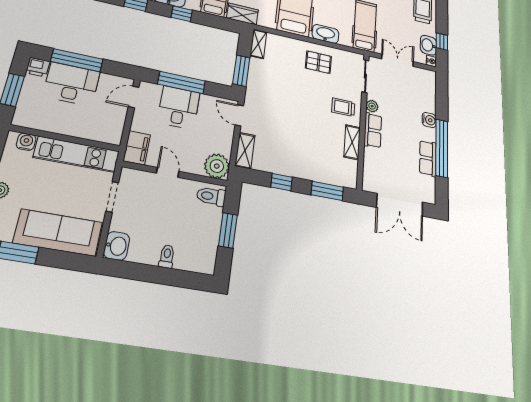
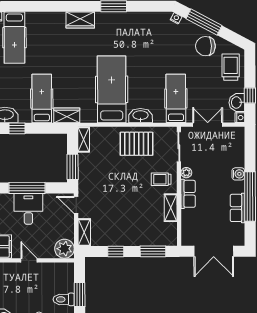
pallet: (318, 62) -> (136, 144), width x1.50, depth x1.42
toilet: (211, 196) -> (64, 299), moved

